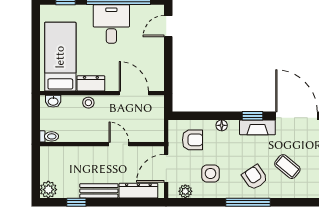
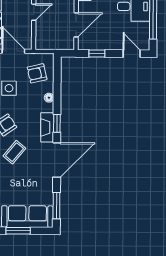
window: (168, 68) -> (97, 53), added
armchair: (192, 140) -> (37, 73), turned 77

